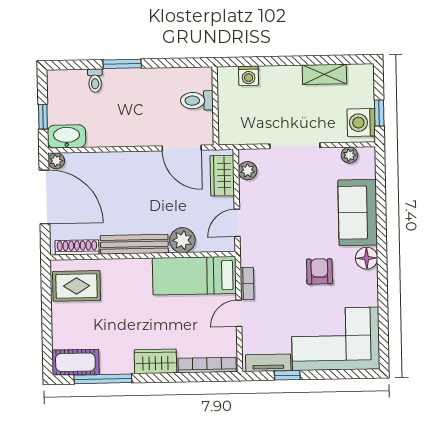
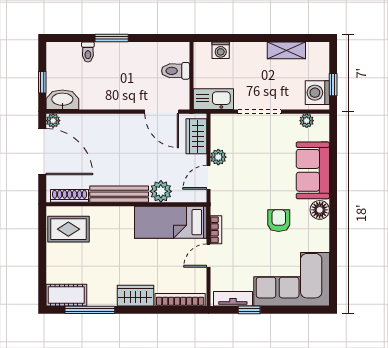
kitchen sink: (241, 132) -> (213, 99), added
plant: (248, 171) -> (218, 157), moved

